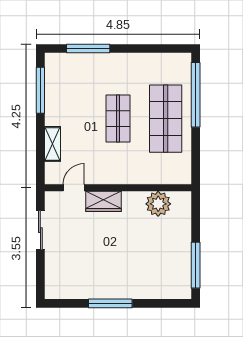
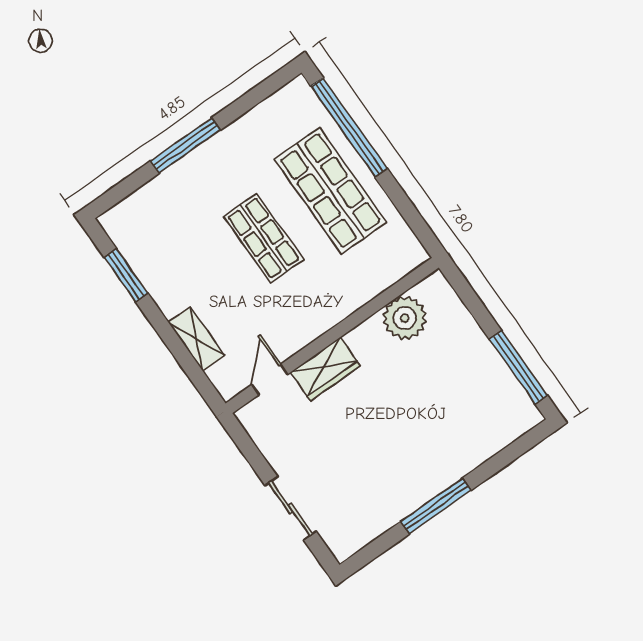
window: (88, 48) -> (185, 145), moved
window: (40, 90) -> (126, 275), width x0.69
sliding door: (40, 230) -> (290, 508), moved

